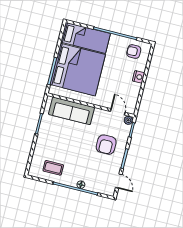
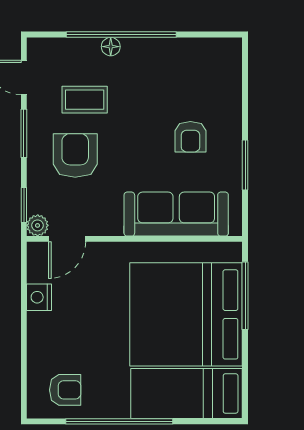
nightstand: (139, 77) -> (39, 297), moved
door: (118, 112) -> (67, 239), hinge flipped
armchair: (58, 140) -> (190, 137), added
coffee table: (53, 168) -> (85, 100), moved

